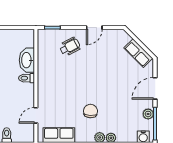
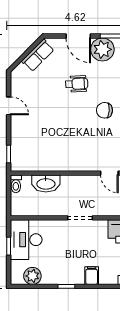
wheelchair: (70, 47) -> (77, 84), moved, turned 115
toilet: (26, 78) -> (16, 184), moved
plant: (148, 114) -> (102, 49), width x1.87, depth x1.87

